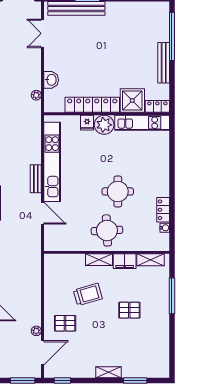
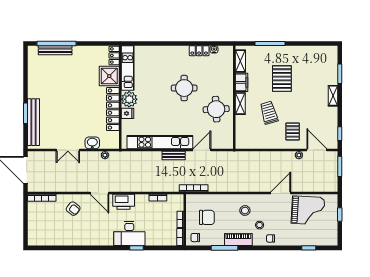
double door: (43, 33) -> (68, 150), moved
bench: (164, 63) -> (55, 50), moved
round table: (107, 230) -> (216, 109), moved
pallet: (129, 310) -> (282, 79), width x1.50, depth x1.42

